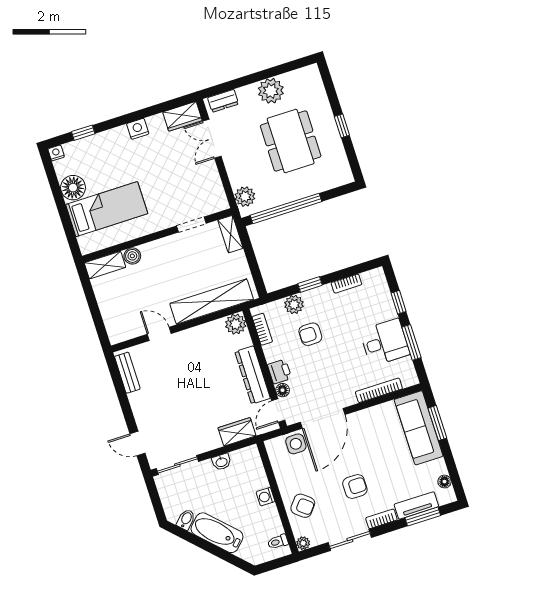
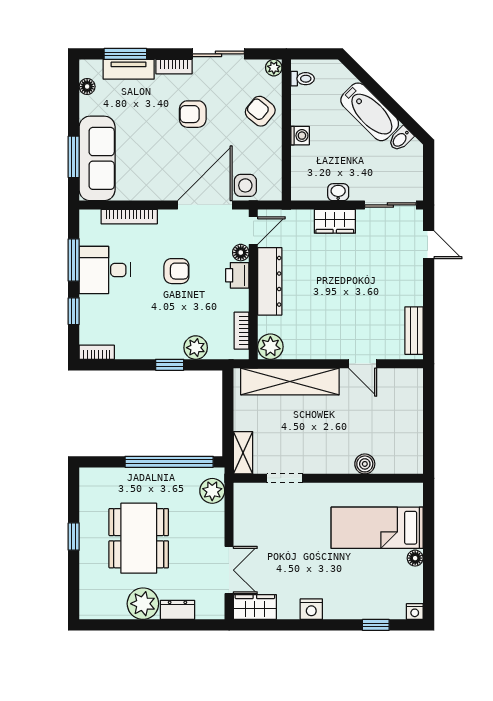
dresser: (223, 101) -> (177, 610), moved
floor lamp: (73, 188) -> (415, 558), width x0.53, depth x0.53
shelving: (105, 265) -> (400, 463), removed
bookcase: (346, 284) -> (97, 352), moved
armchair: (310, 334) -> (176, 271), moved
wardrobe: (237, 432) -> (335, 221), moved

